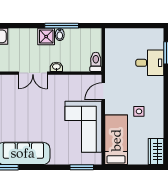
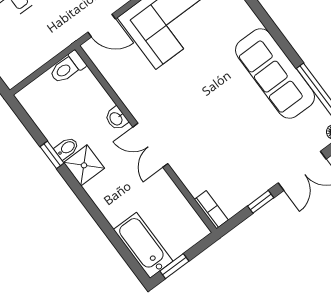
window: (62, 26) -> (52, 155), width x0.46
double door: (33, 73) -> (150, 145), swing flipped

